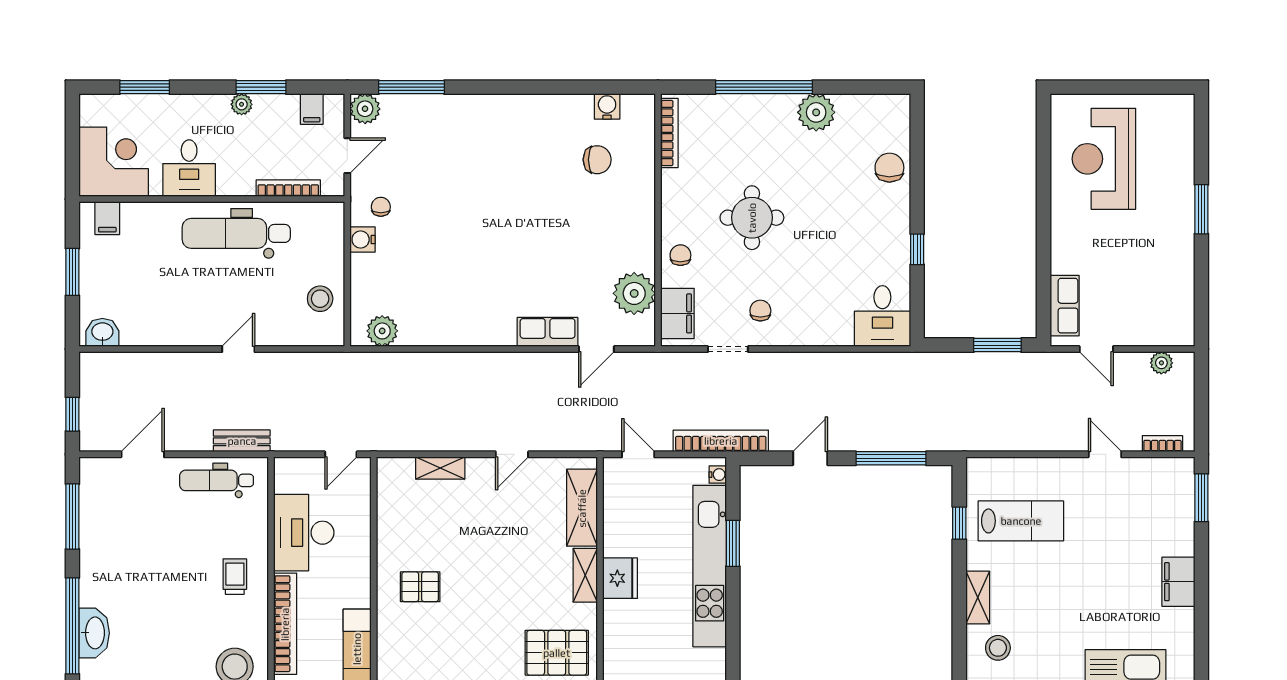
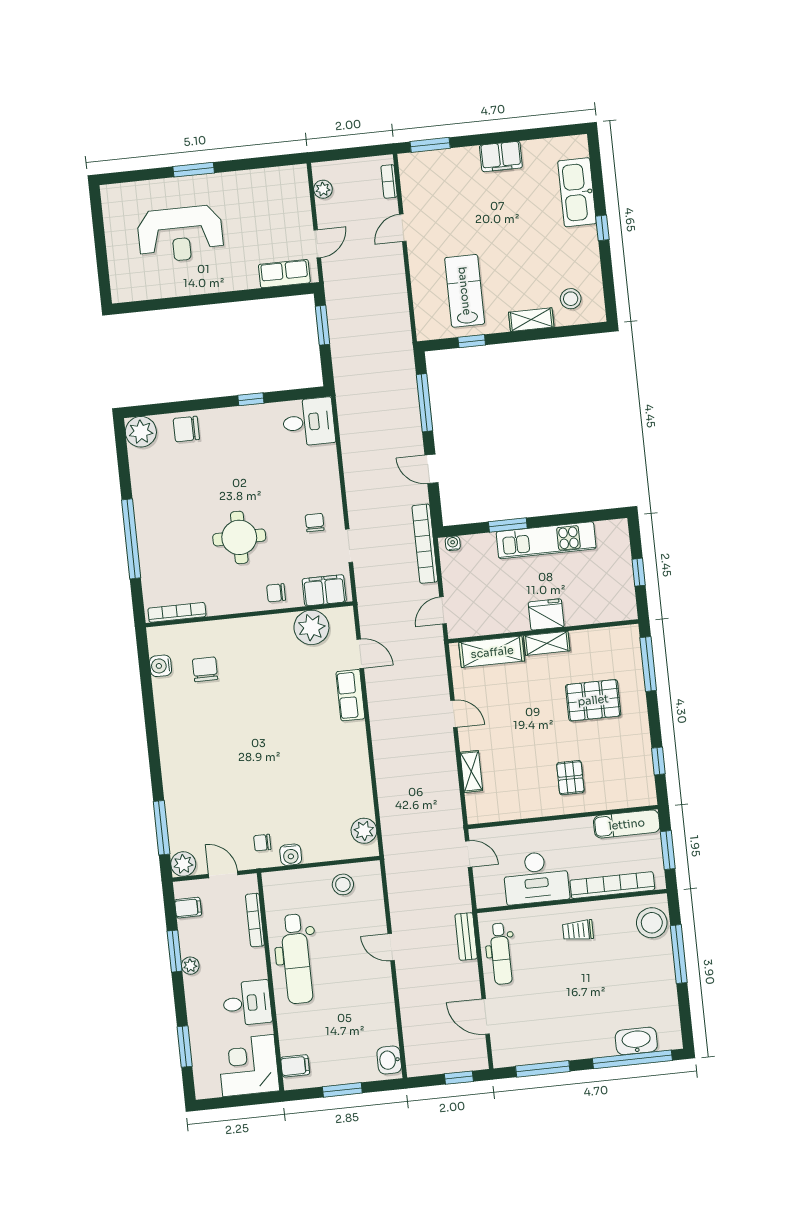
plant: (816, 112) -> (141, 432), moved
reception desk: (1104, 159) -> (180, 234), moved
chair: (760, 311) -> (315, 523), turned 90
kitchen unit: (710, 566) -> (546, 540), width x0.73
pallet: (557, 653) -> (593, 700), moved, turned 90

